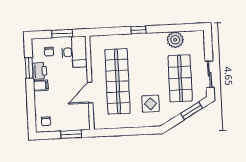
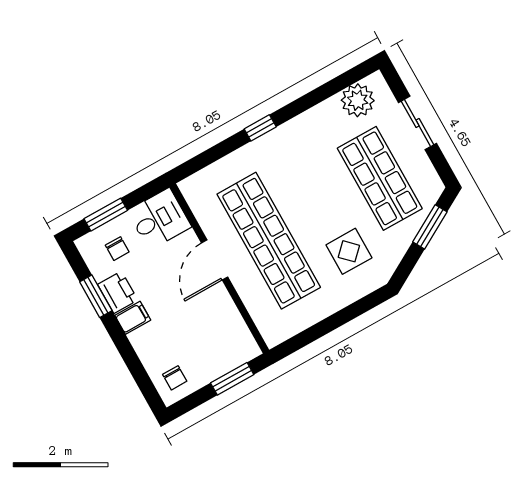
window: (62, 34) -> (106, 215), moved
plant: (175, 40) -> (358, 100), moved
desk: (74, 52) -> (159, 219), width x0.73
sliding door: (210, 74) -> (418, 123), moved
door: (90, 93) -> (215, 260), moved

